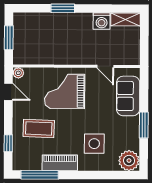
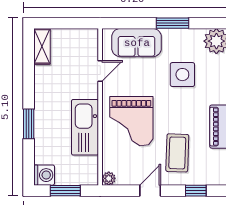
washing machine: (102, 21) -> (44, 175), moved
kitchen sink: (60, 54) -> (85, 127), added
door: (8, 92) -> (150, 191), moved
side table: (94, 144) -> (182, 75), moved

